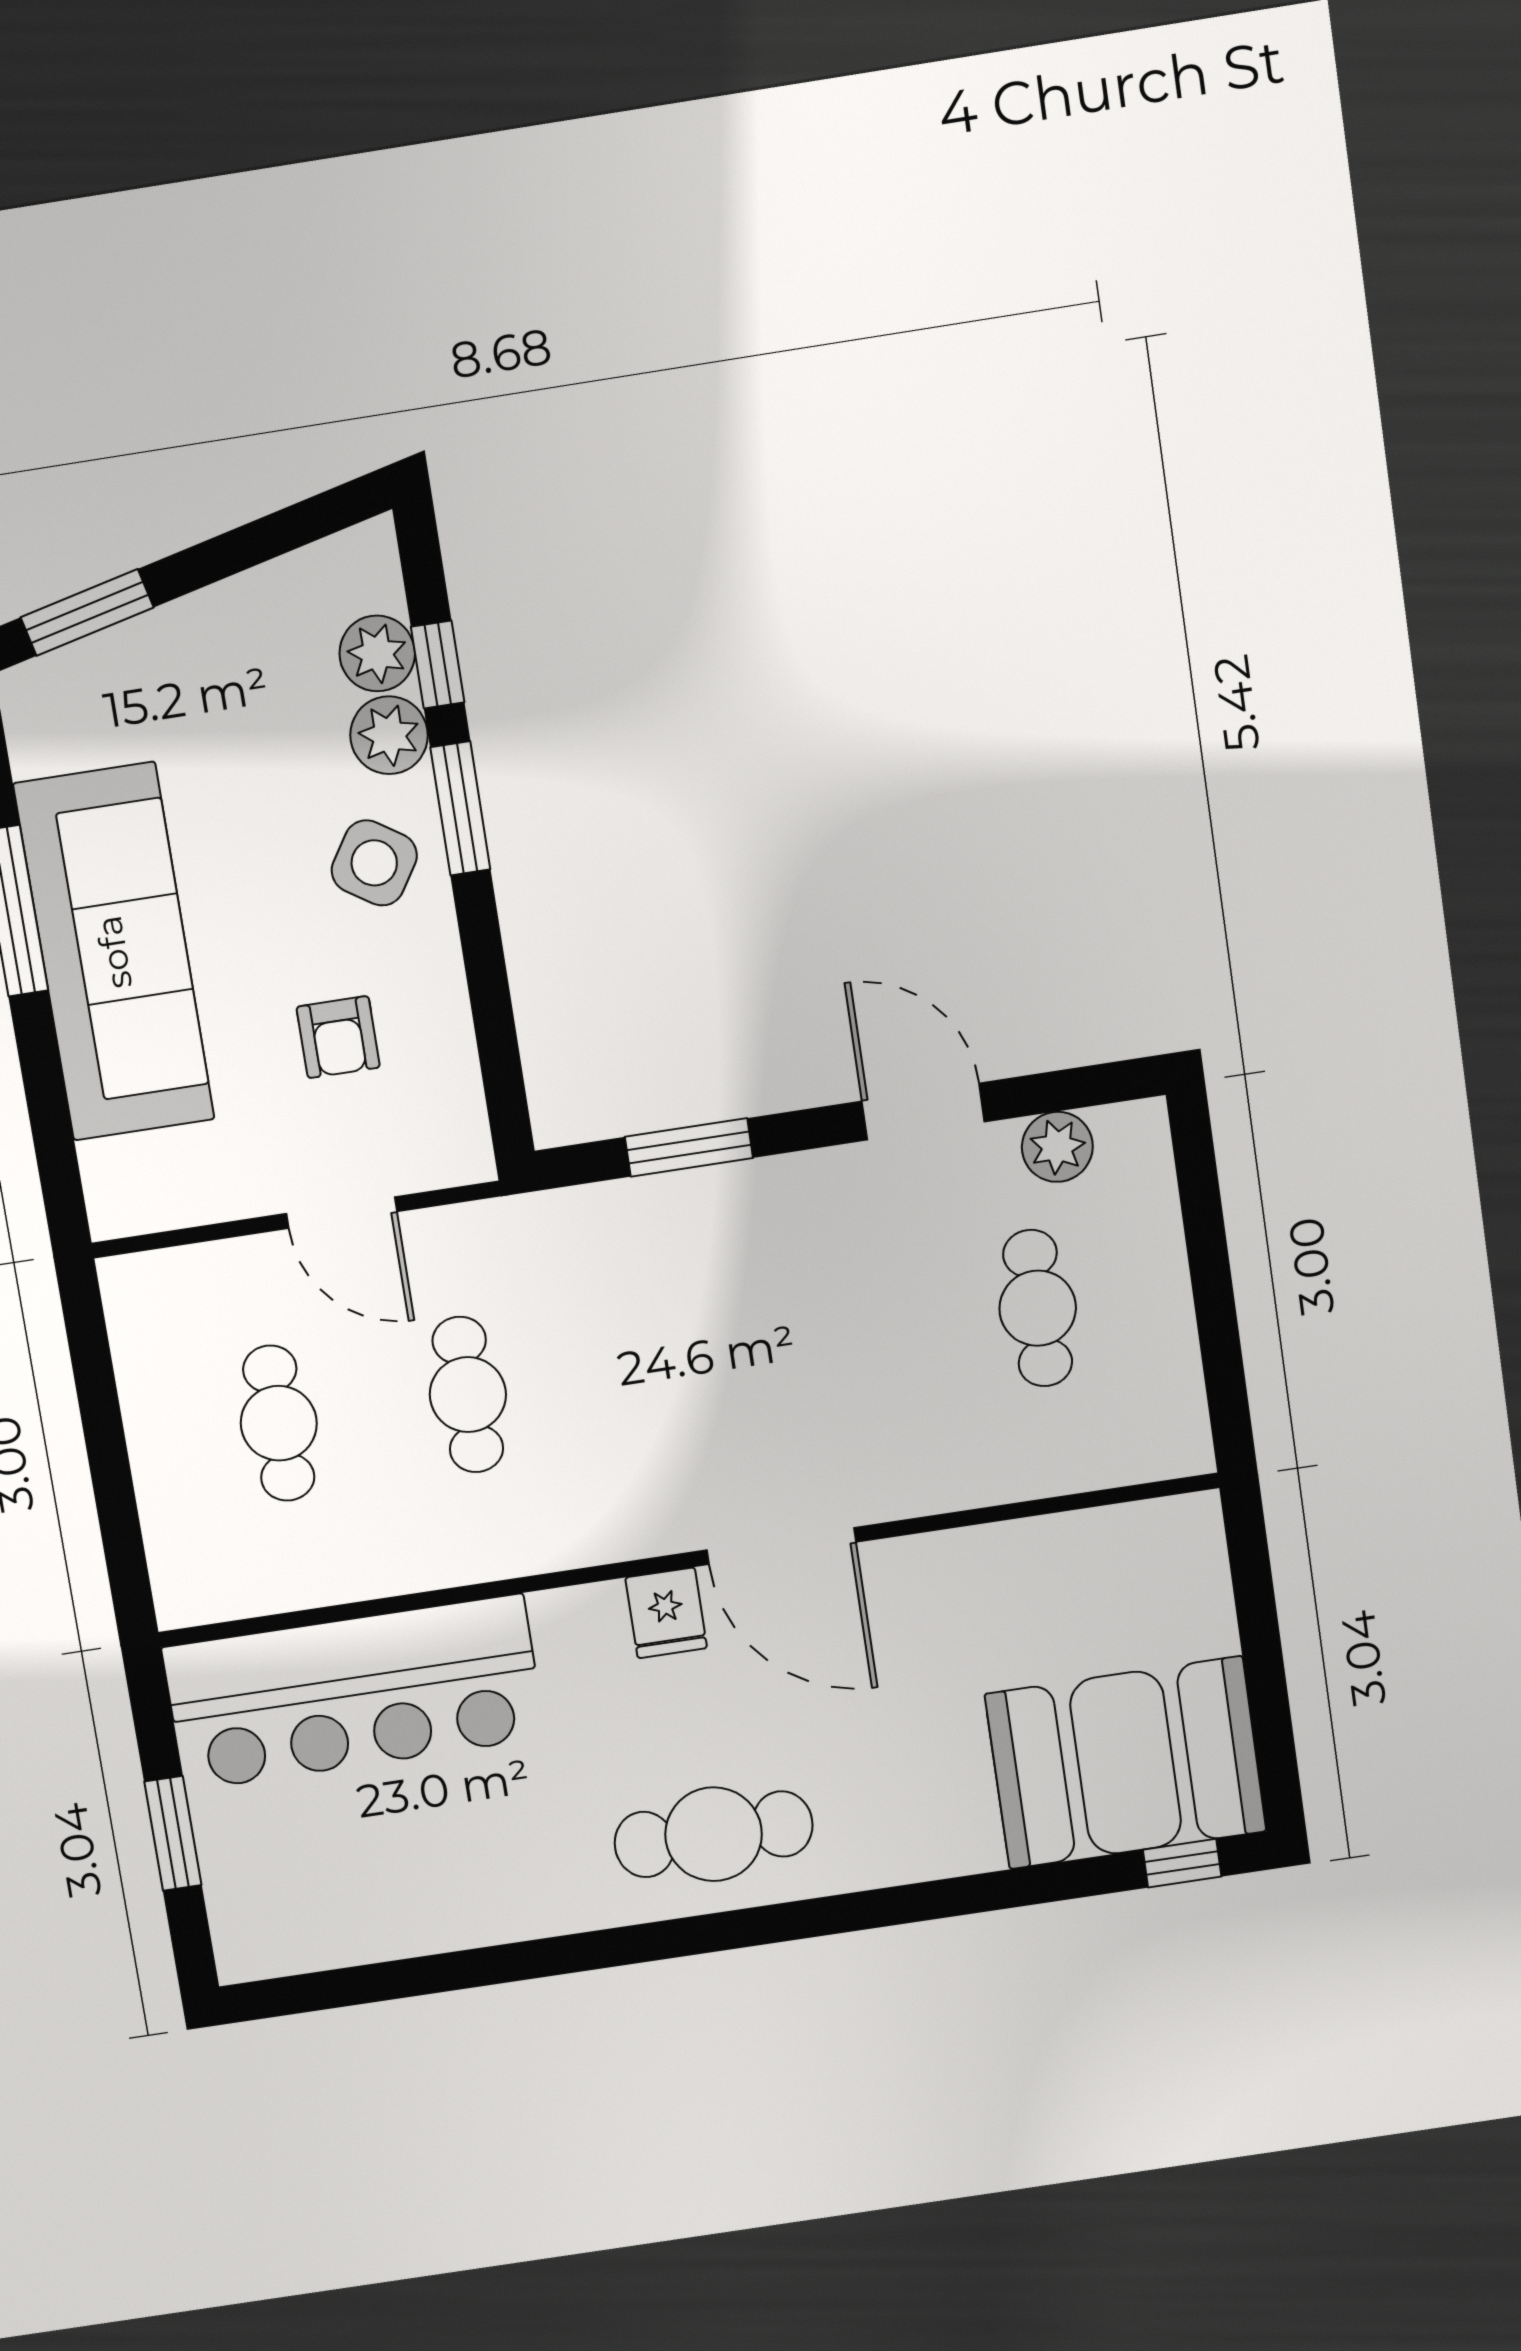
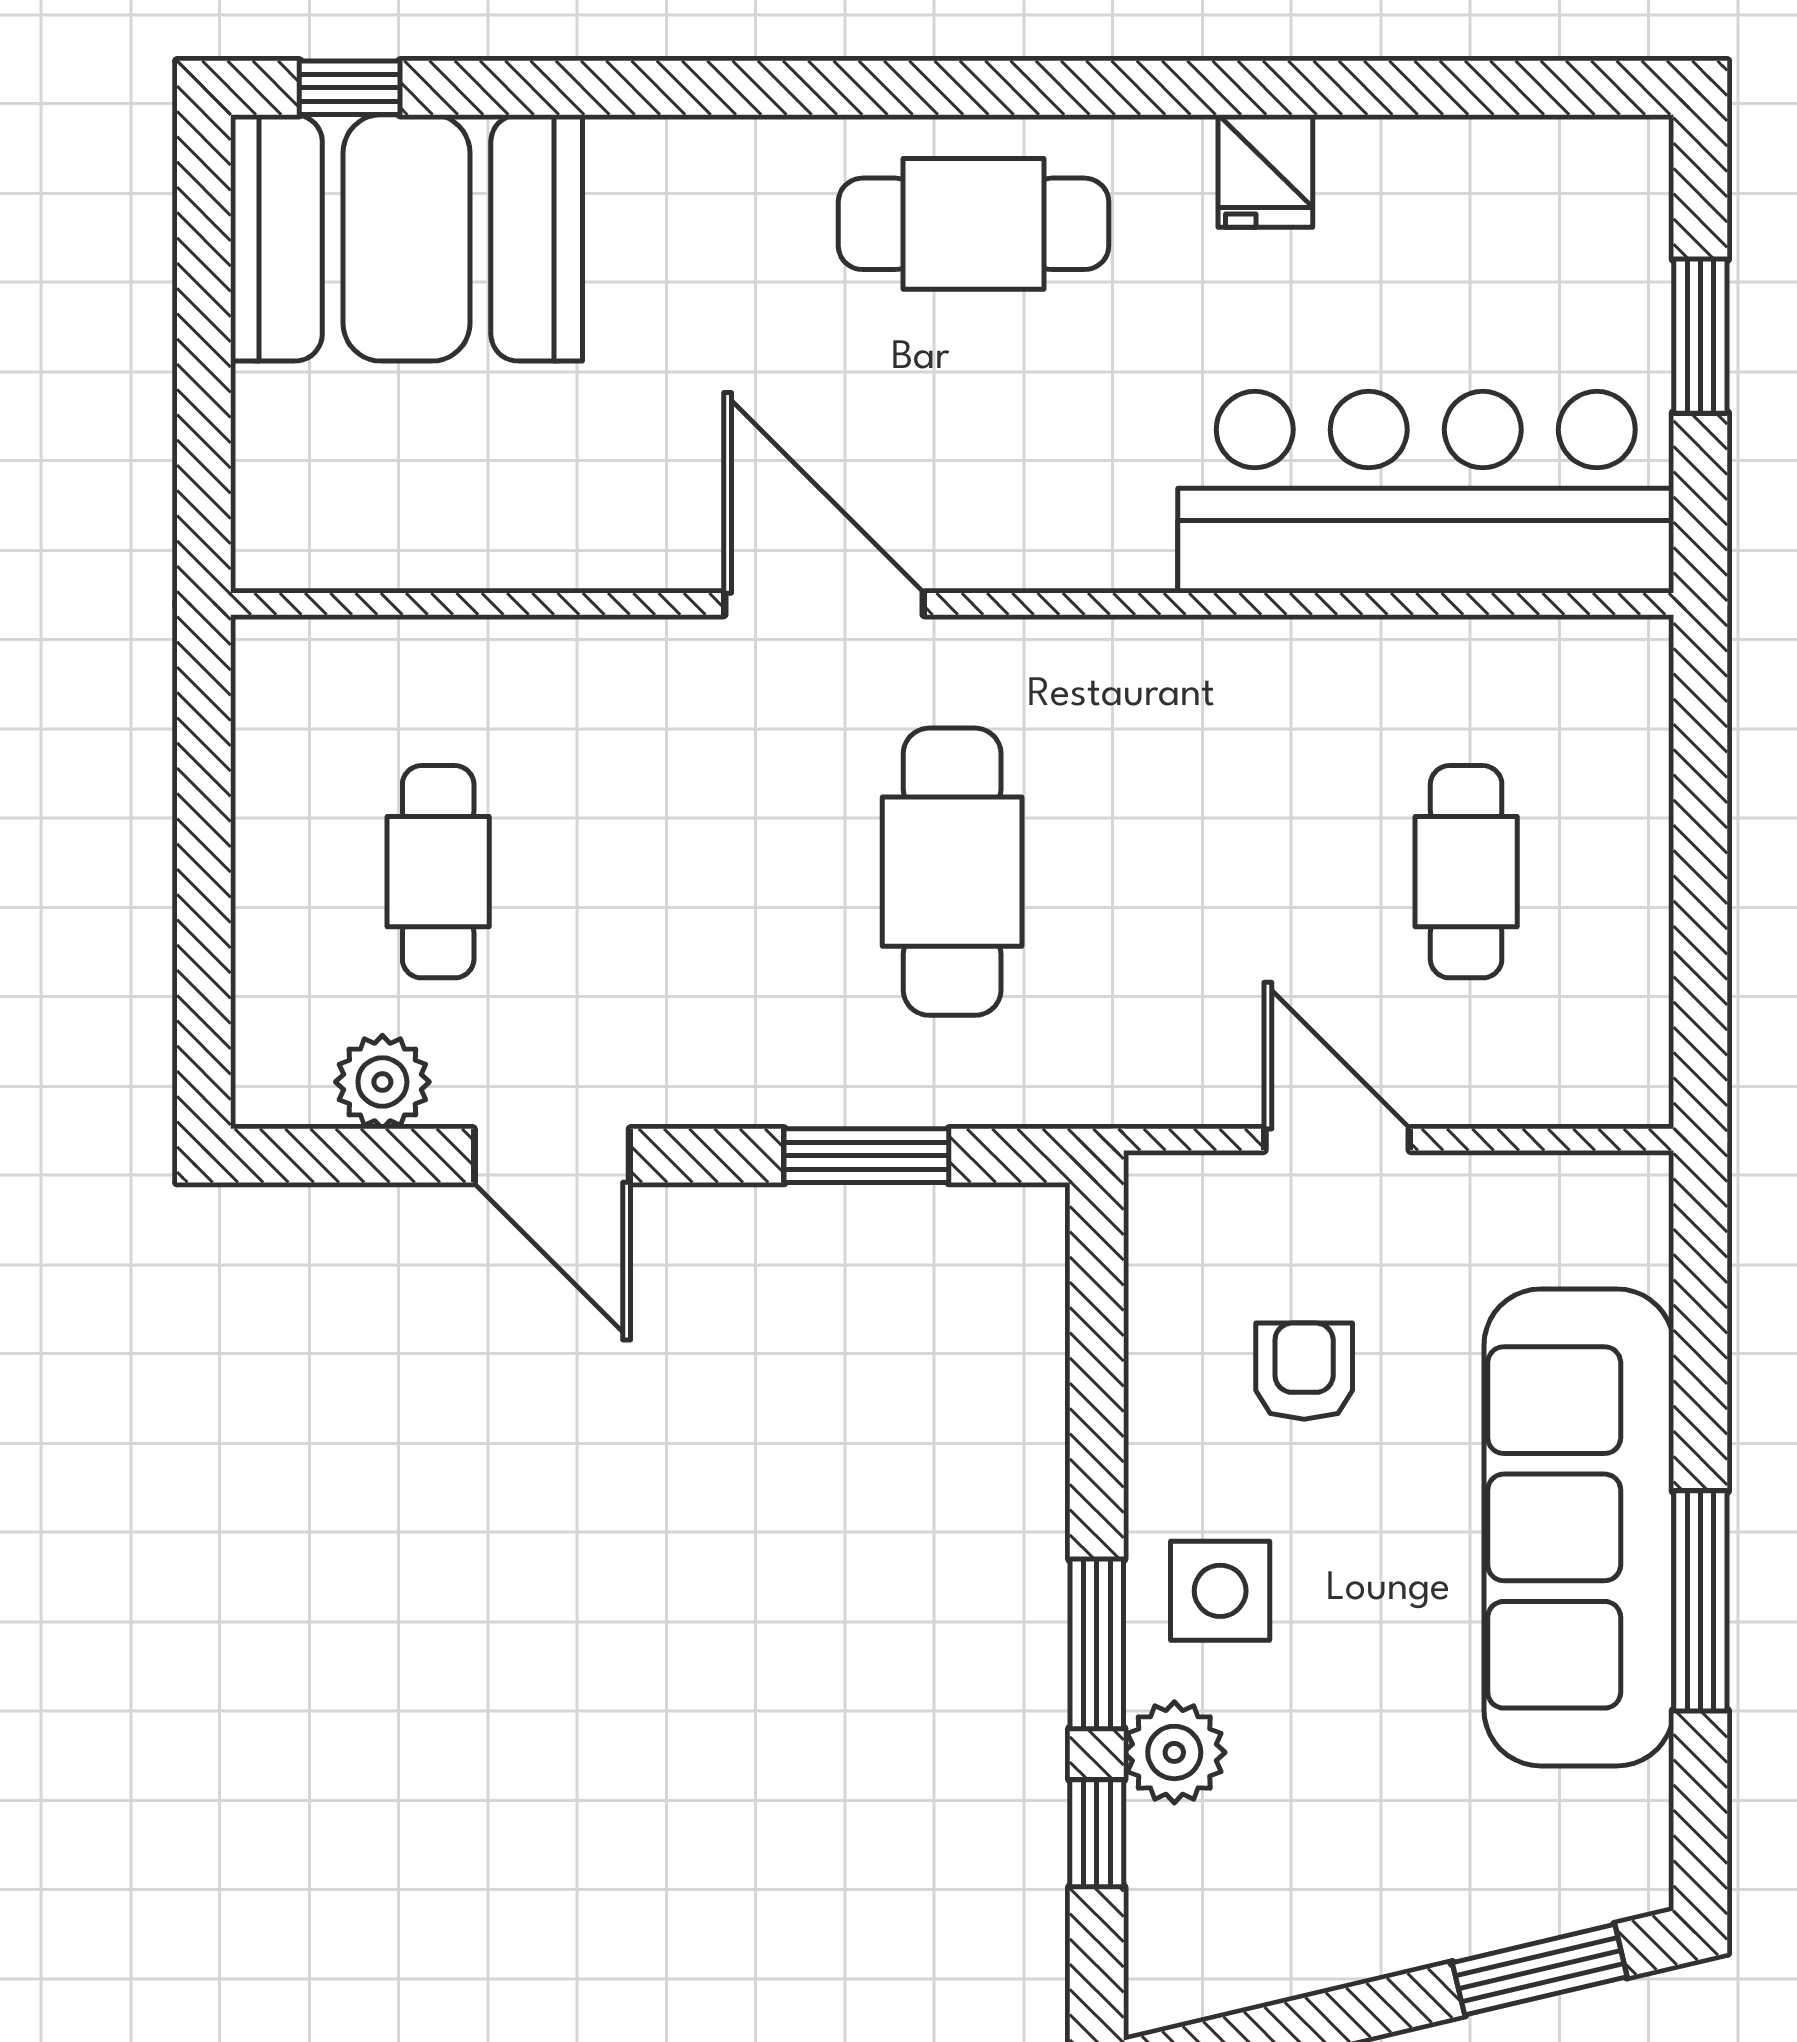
plant: (377, 653) -> (1173, 1860), removed
side table: (374, 863) -> (1220, 1591), turned -33
cafe table: (468, 1395) -> (952, 872), moved, width x1.37, depth x1.35
fridge: (666, 1613) -> (1265, 171), moved, turned 180

